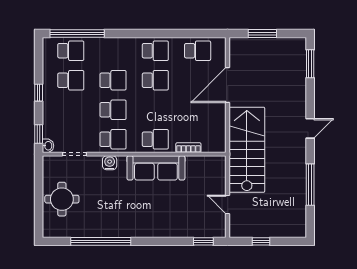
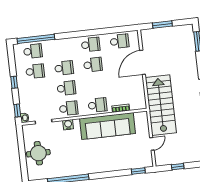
sofa: (156, 168) -> (107, 126), width x1.36, depth x1.27
door: (228, 204) -> (152, 144), swing flipped

